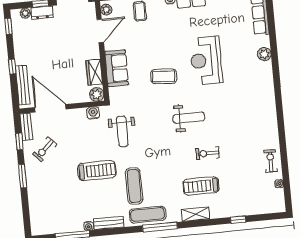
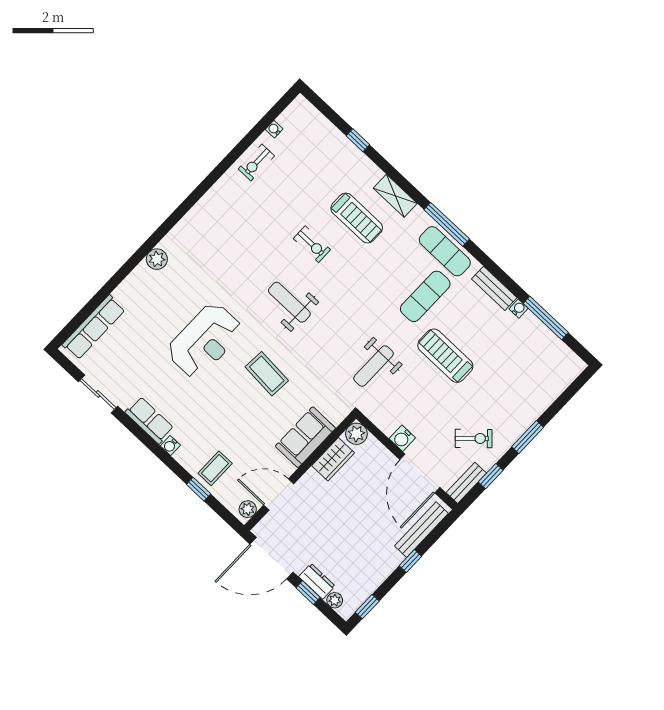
plant: (264, 54) -> (157, 259), moved
water cooler: (93, 113) -> (402, 438), moved
weight bench: (122, 131) -> (373, 366), turned 180

